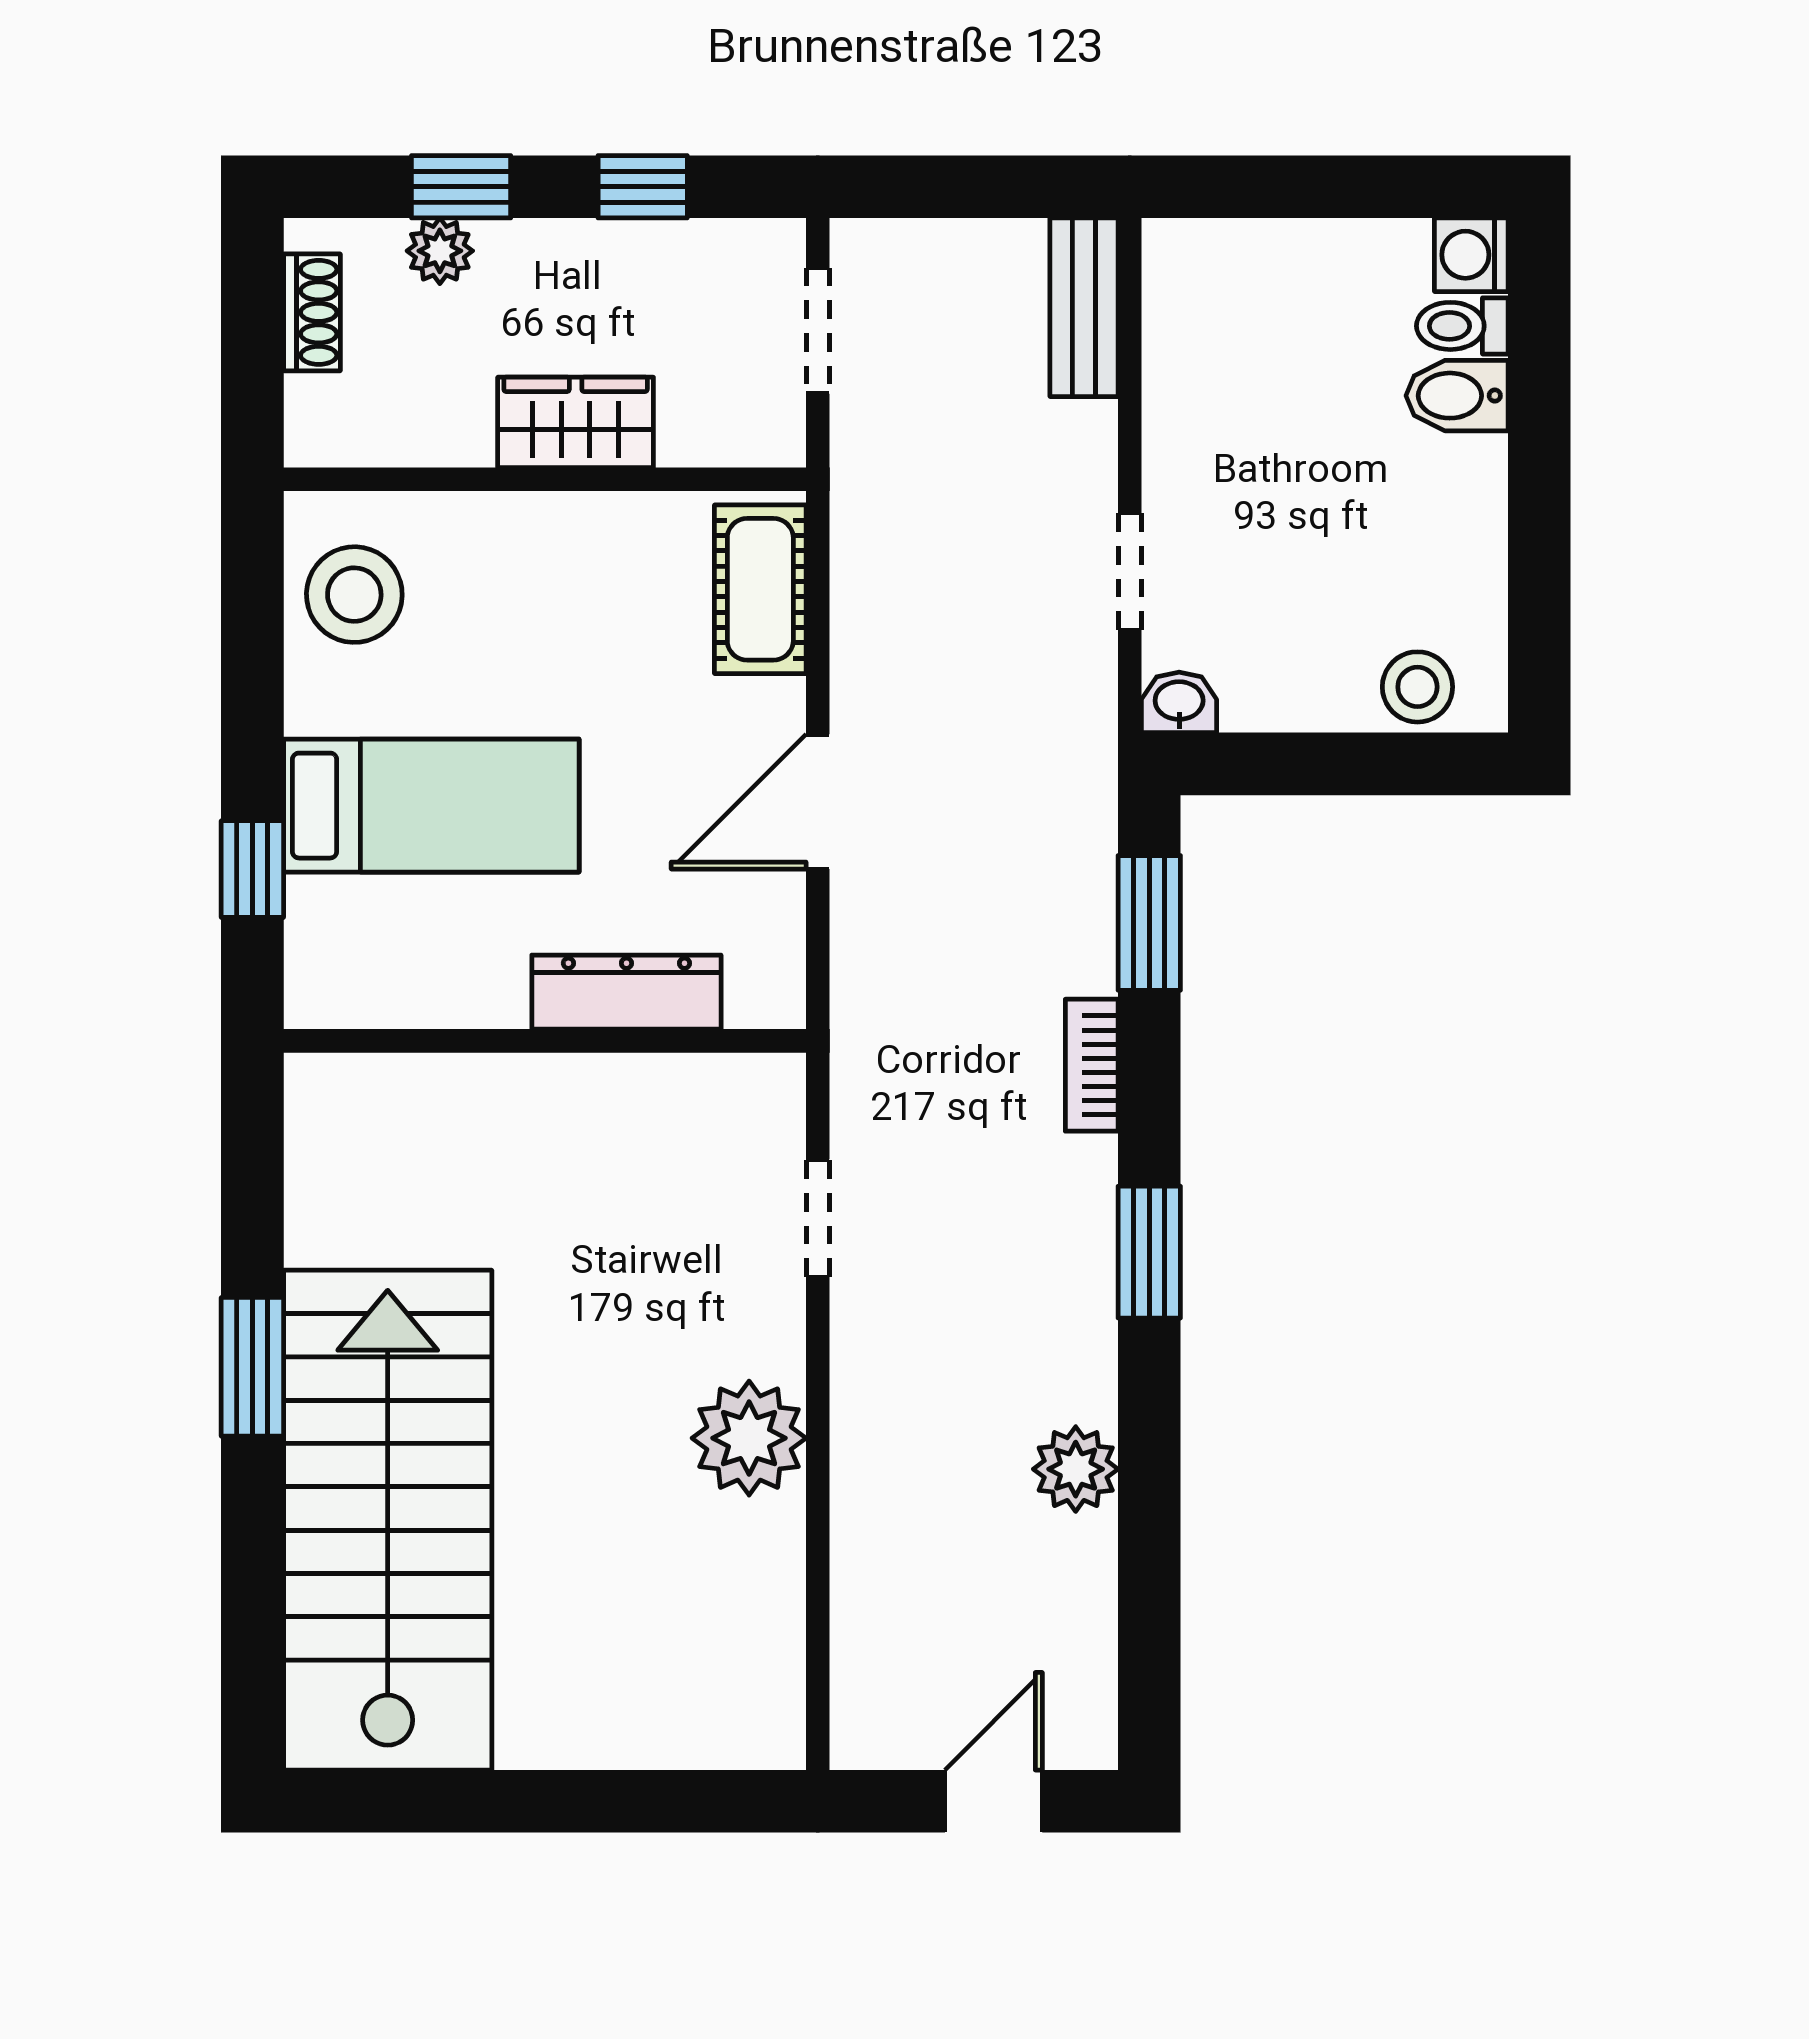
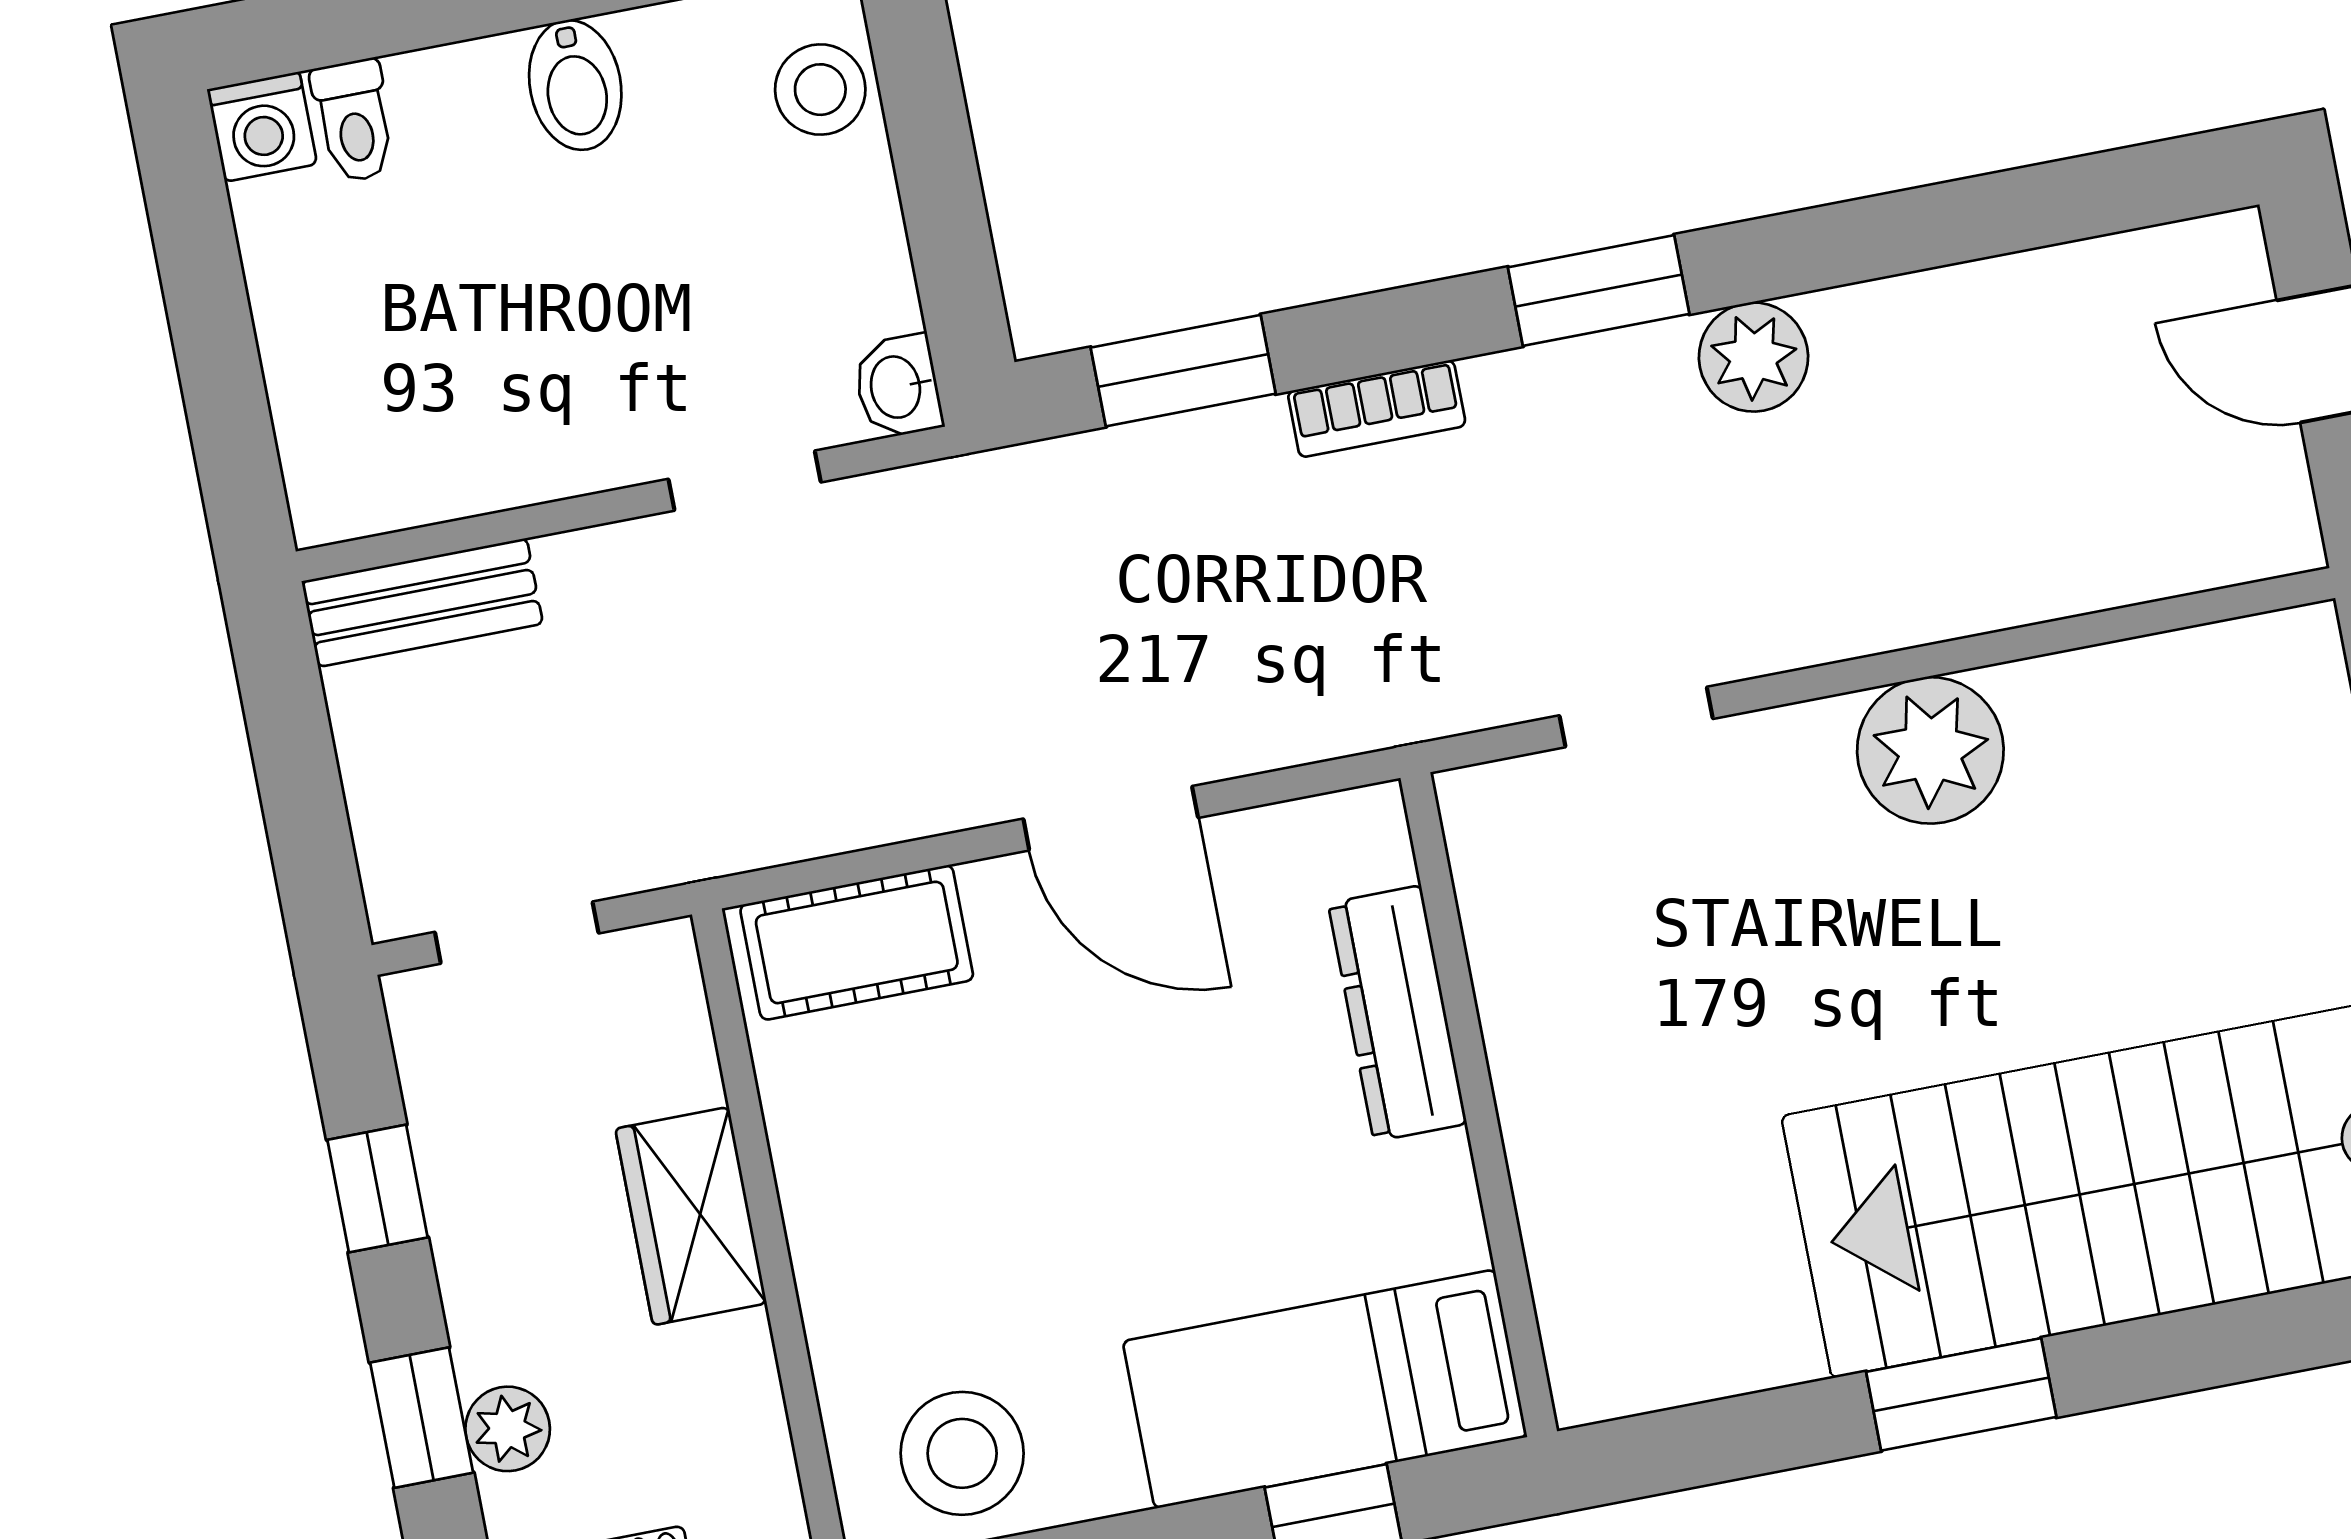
bidet: (1457, 396) -> (575, 85), moved
bed: (431, 806) -> (1325, 1389), moved, turned -90
plant: (1076, 1469) -> (1754, 357), moved

